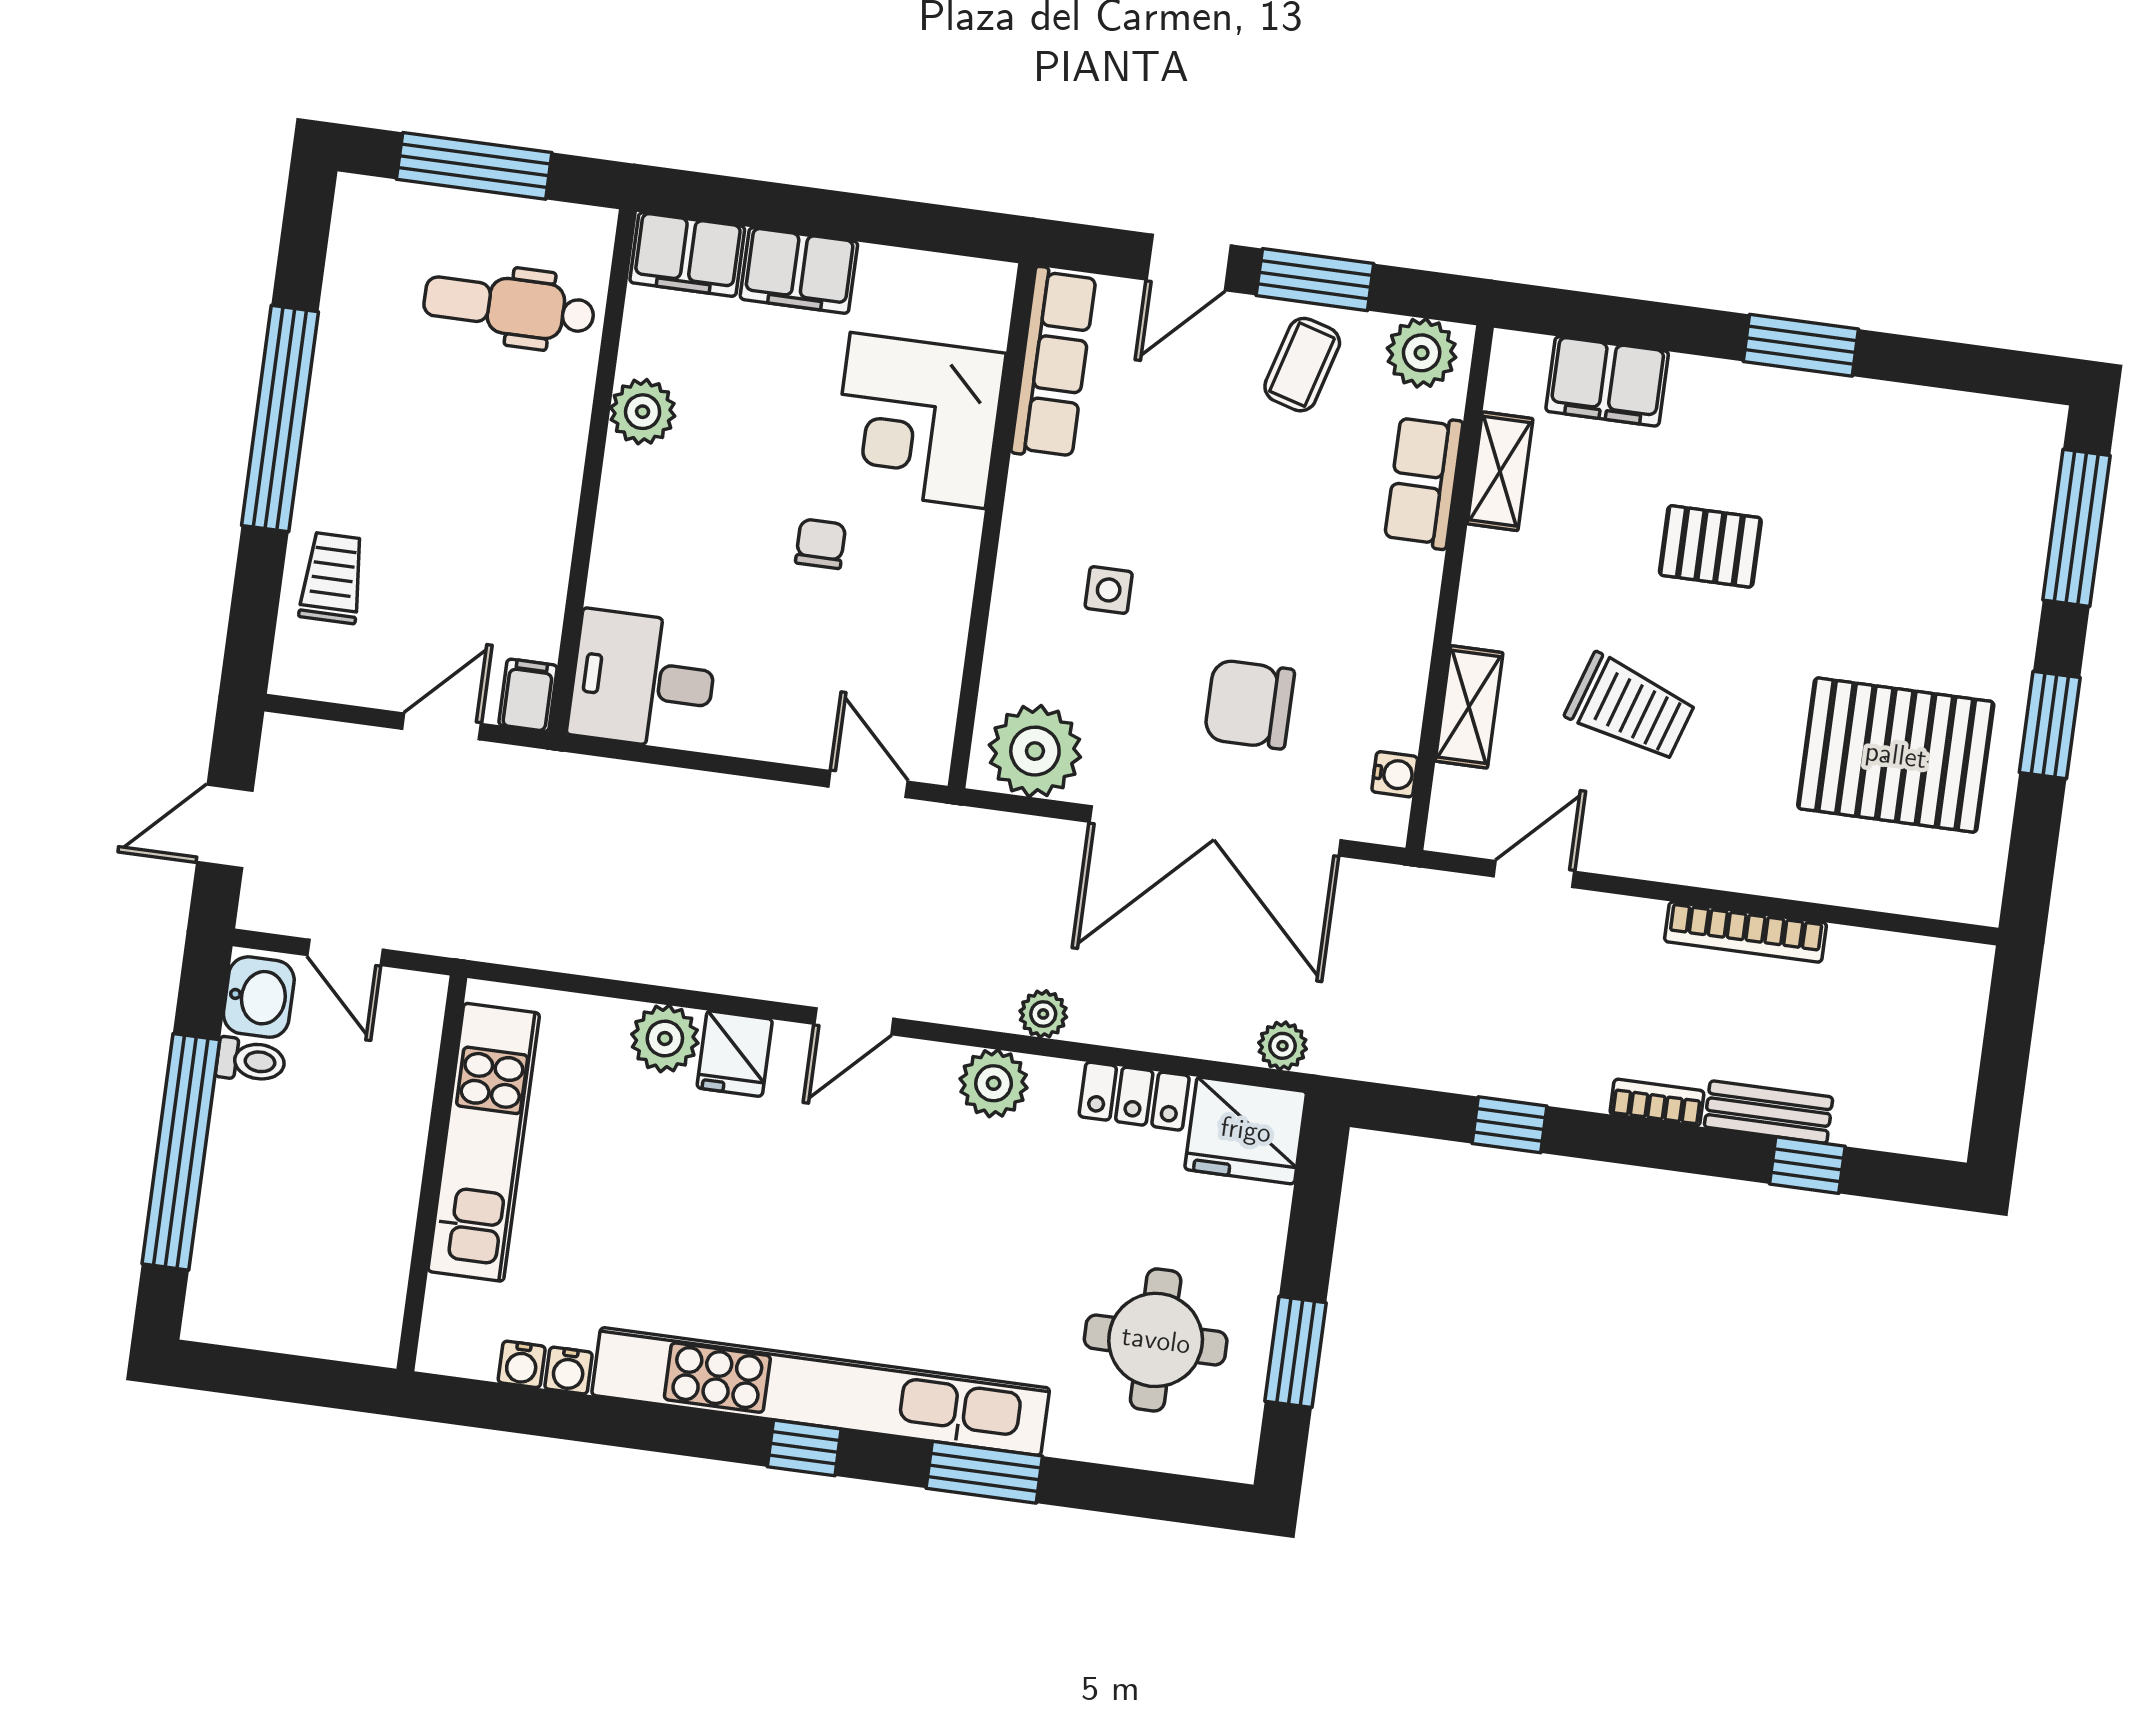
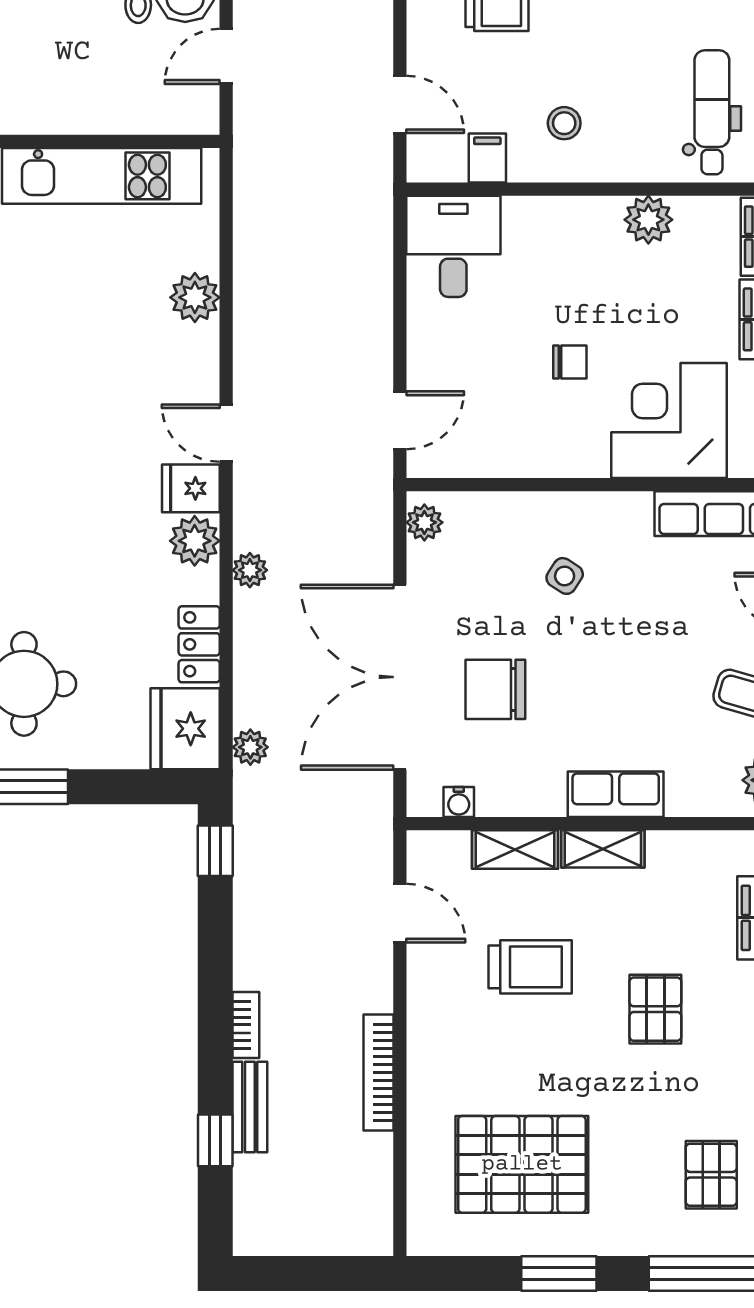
shelving: (1500, 471) -> (603, 849), moved
row of seats: (1424, 481) -> (616, 794), moved
pallet: (1944, 501) -> (711, 1175), added
stool: (497, 508) -> (564, 123), added
side table: (1109, 590) -> (565, 576), turned 33
filing cabinet: (528, 695) -> (487, 158), moved, turned -90
chair: (1249, 704) -> (495, 689), turned -90
trolley: (1630, 708) -> (530, 967), turned -108
plant: (1035, 751) -> (424, 522), width x0.53, depth x0.53
pallet: (1896, 755) -> (522, 1164), turned 90
fridge: (735, 1054) -> (191, 488), moved
window: (1510, 1125) -> (215, 851), moved

